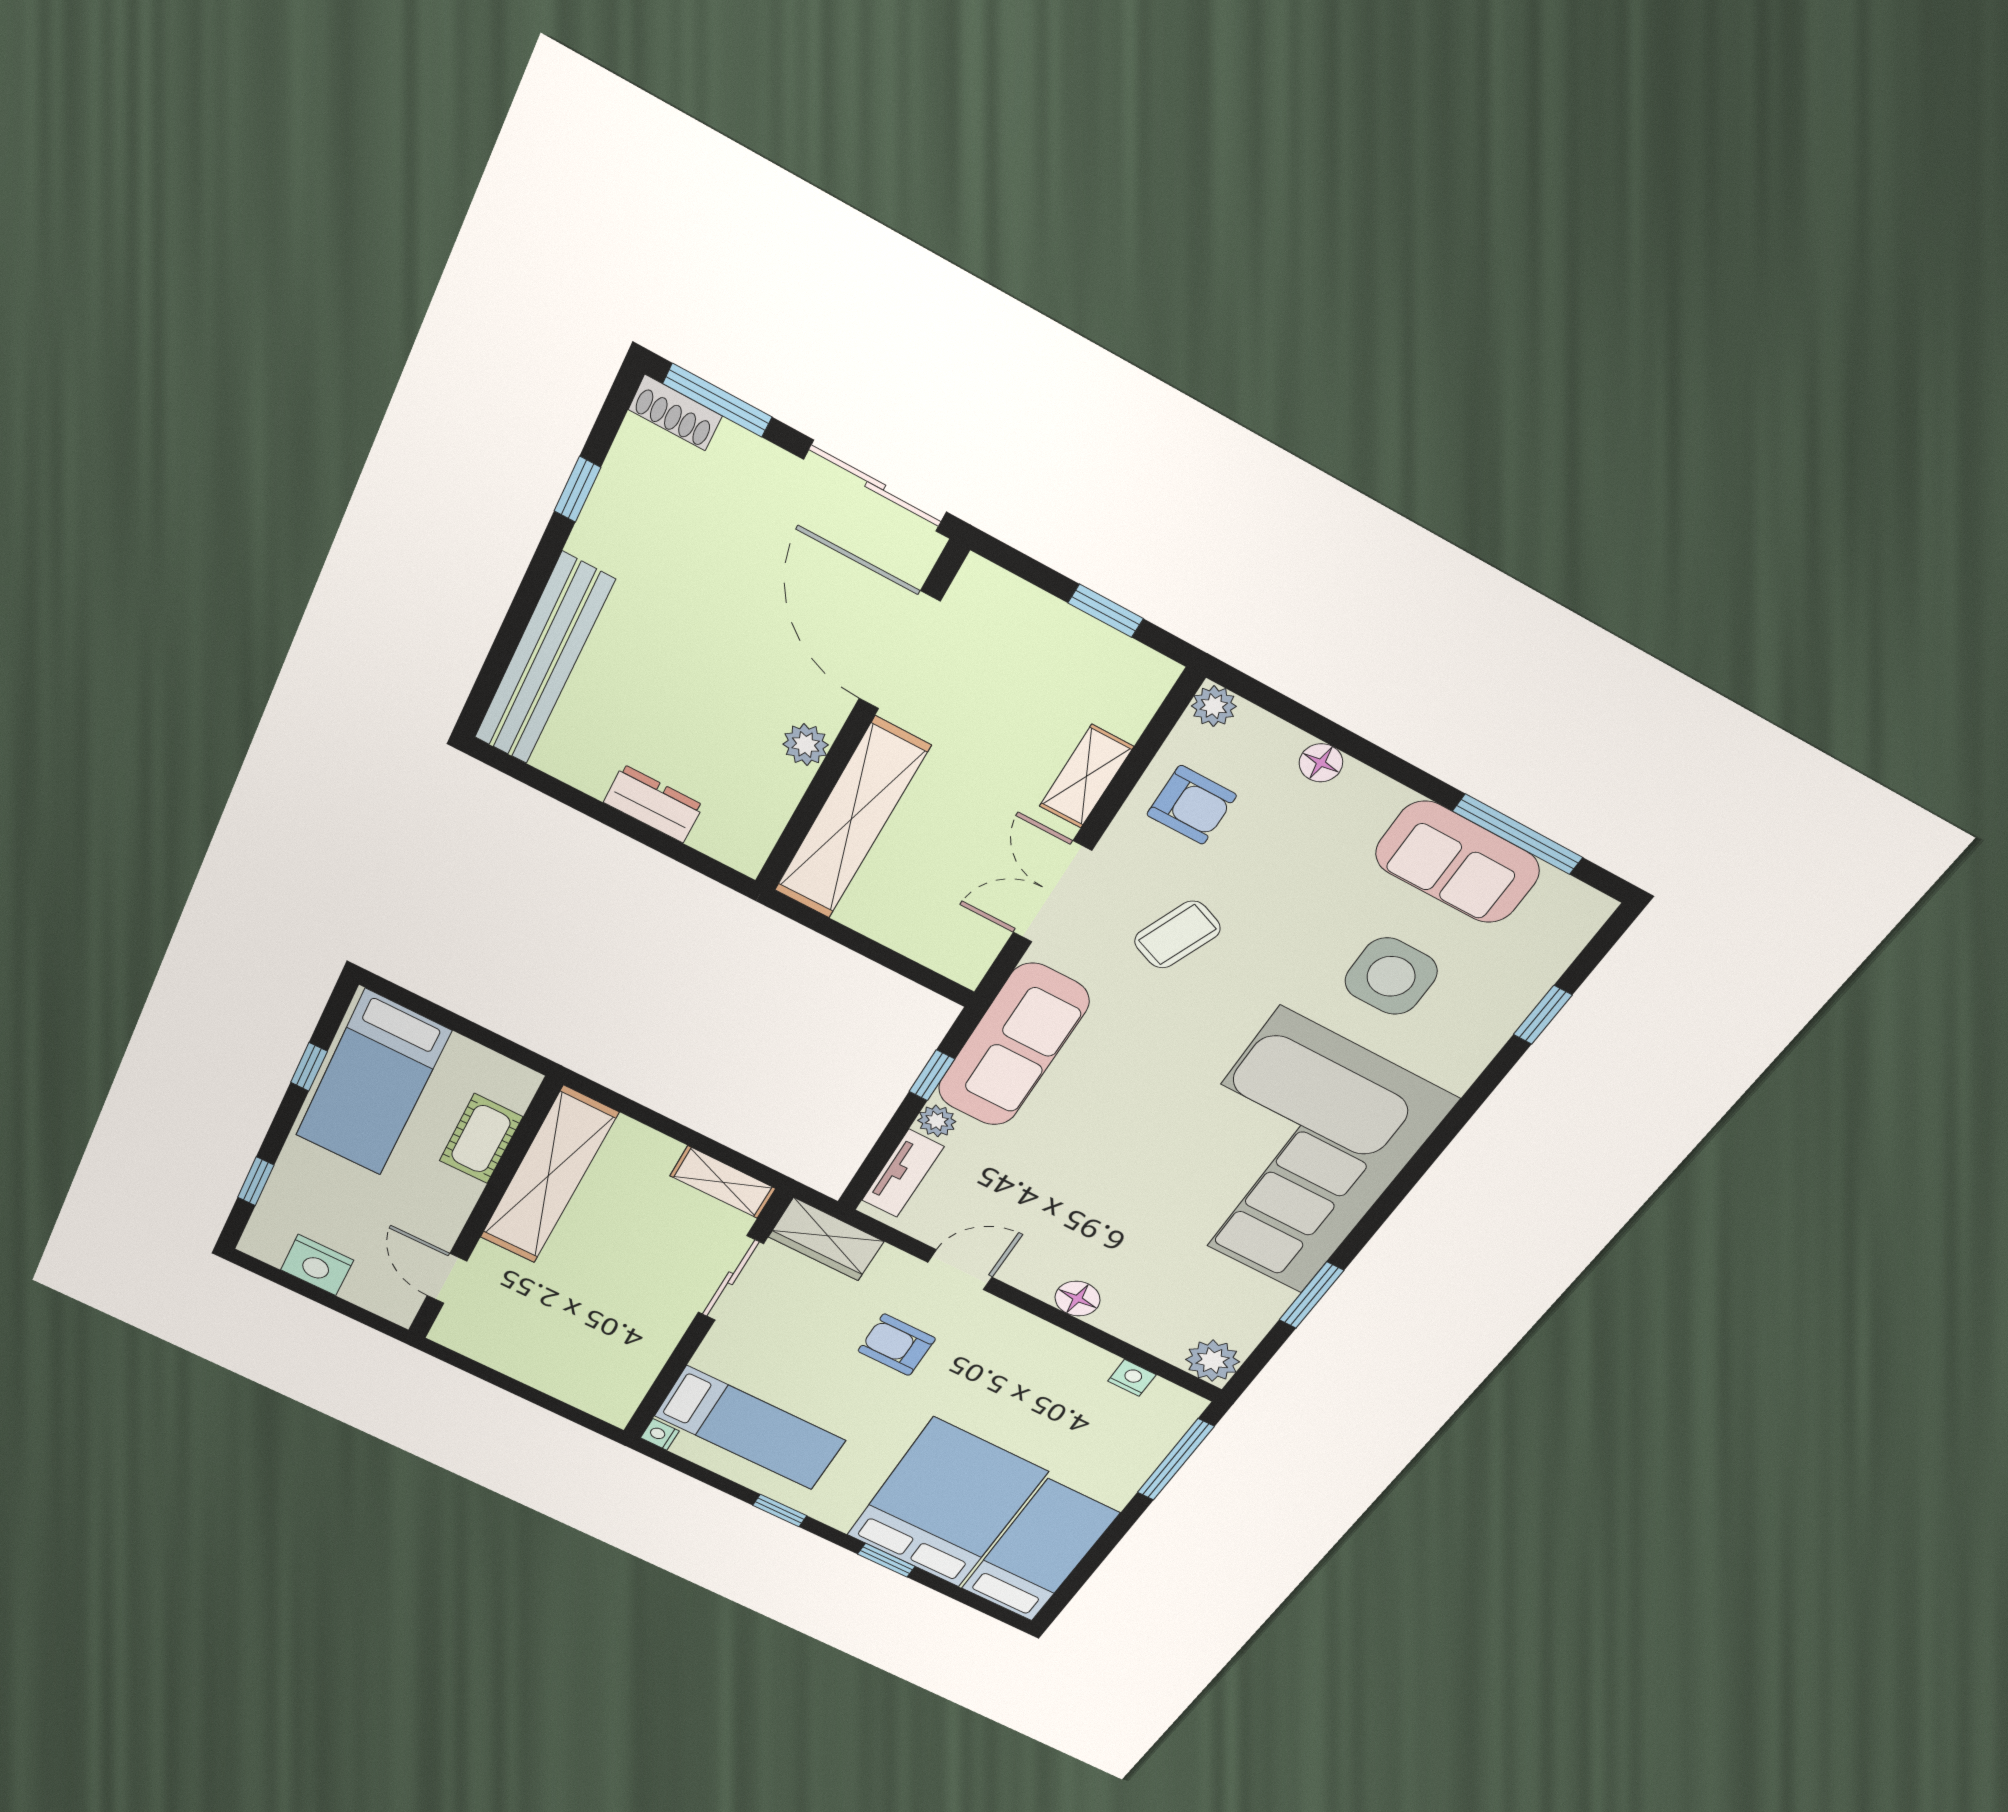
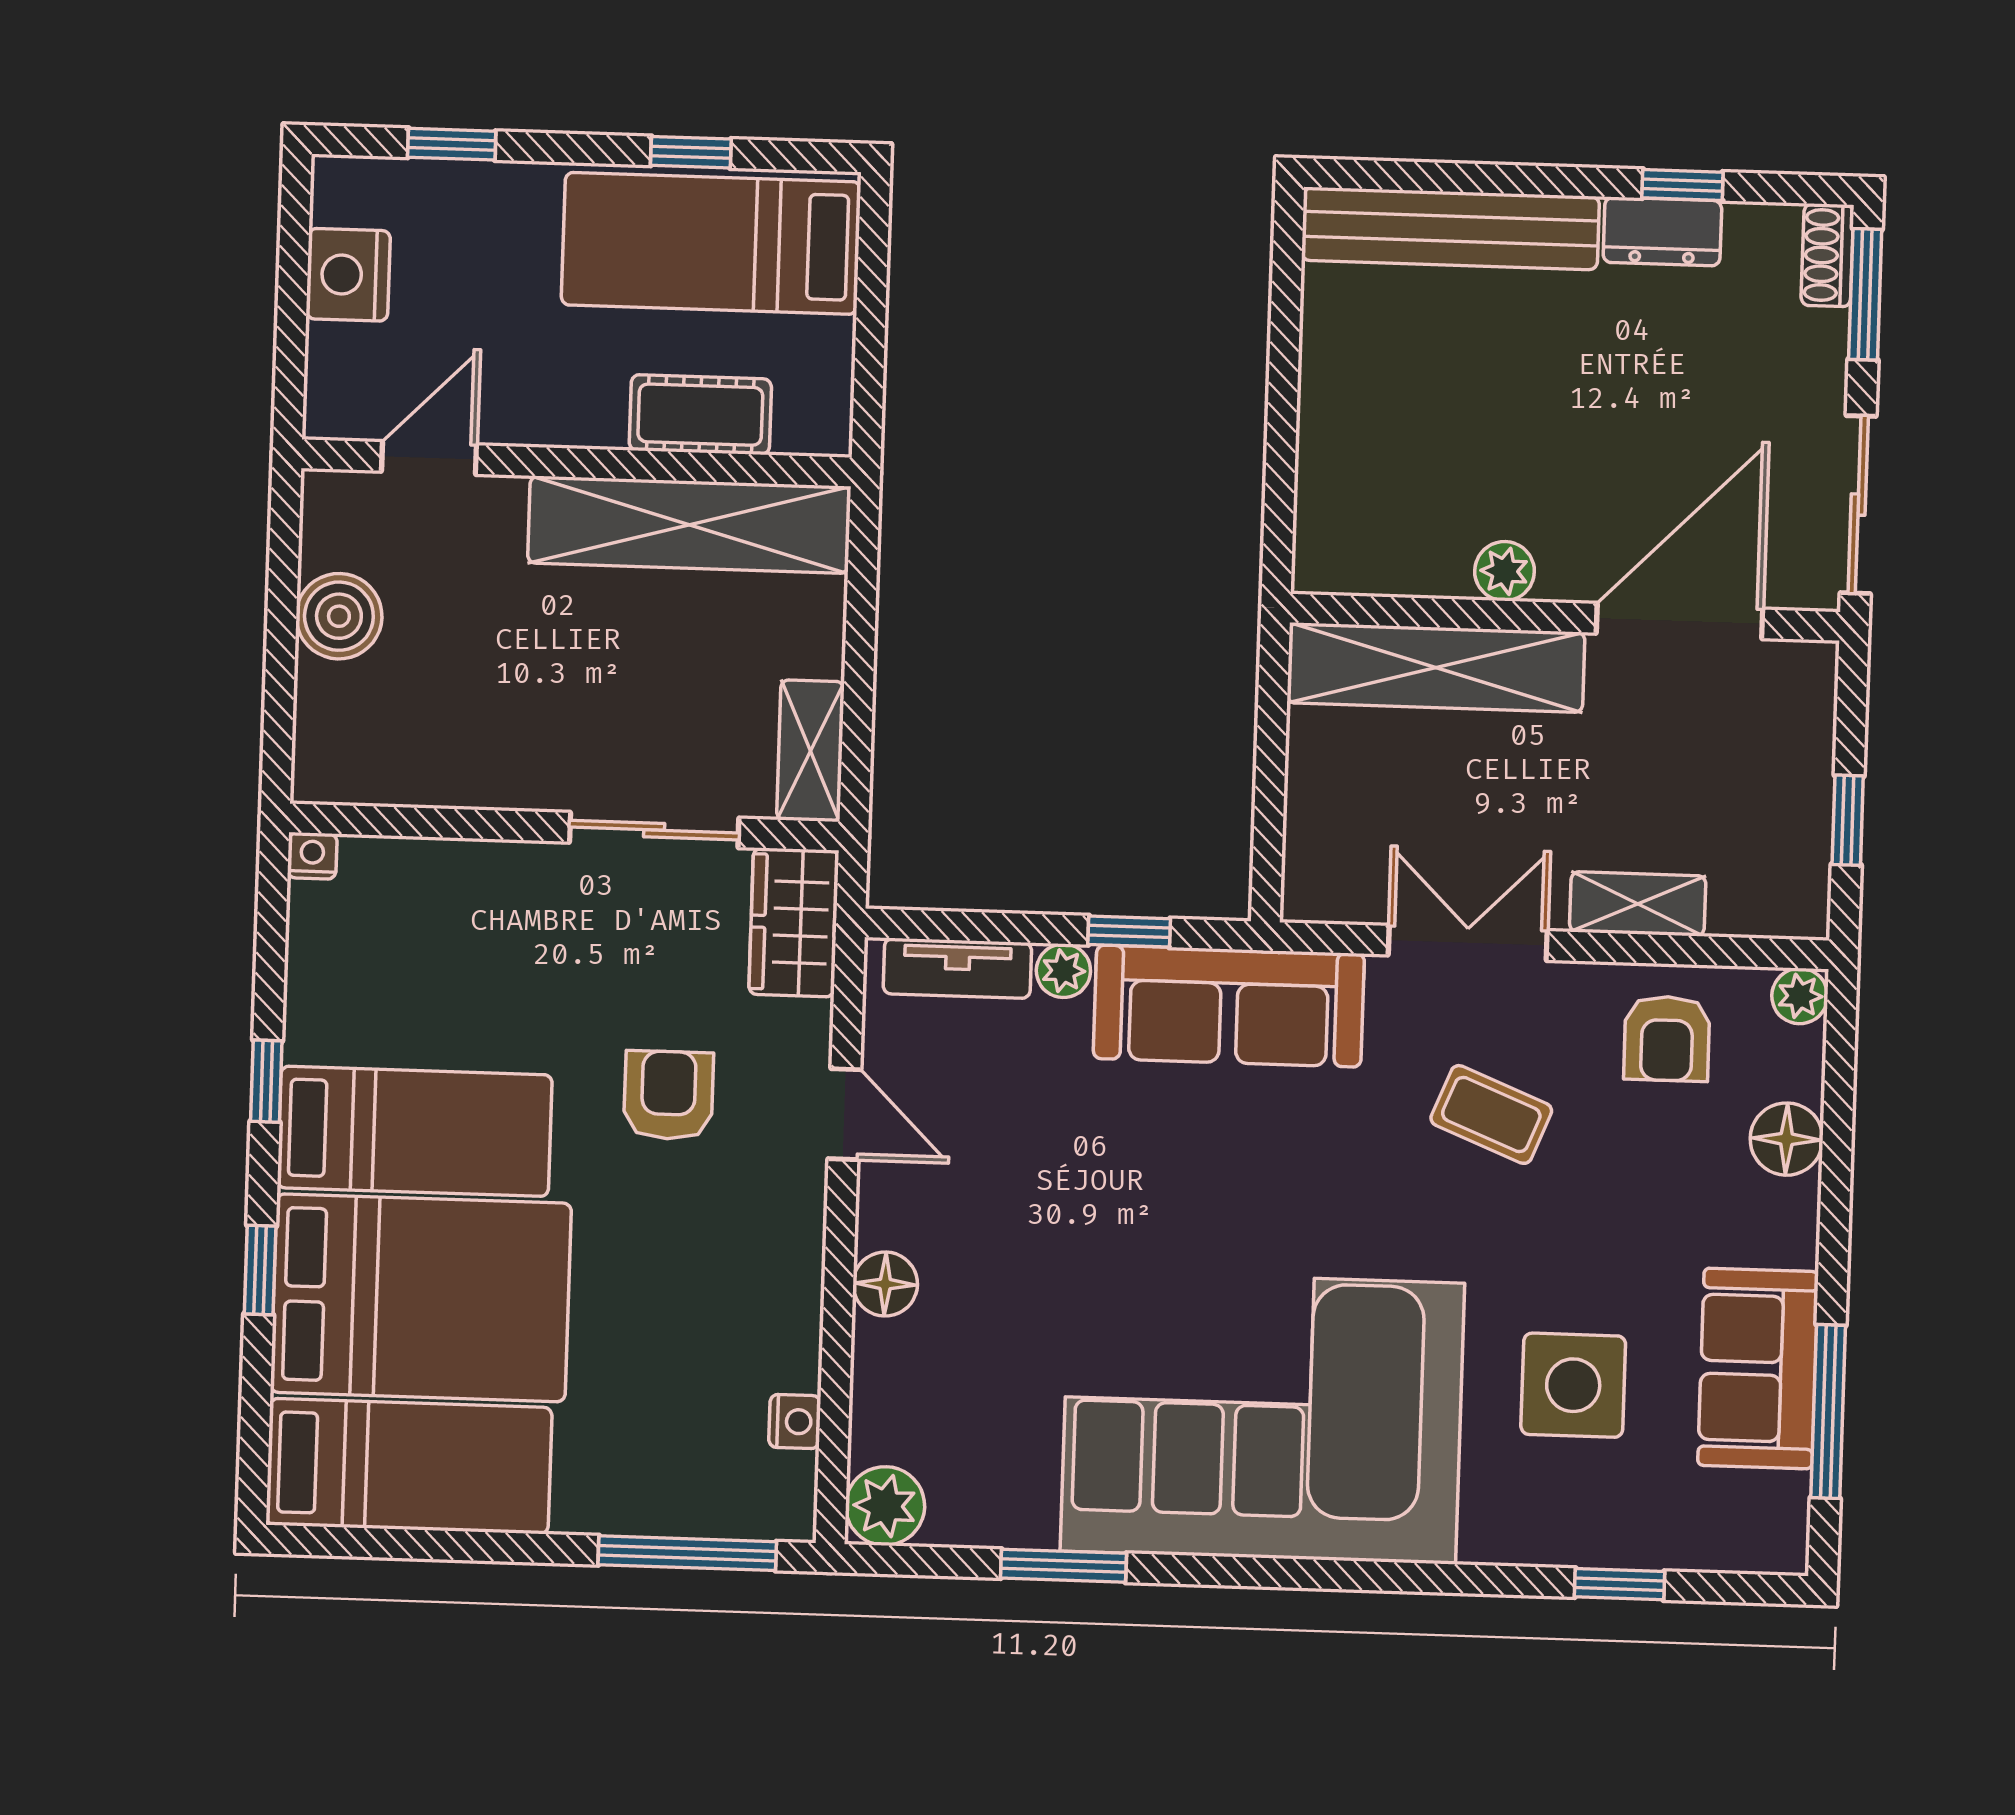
floor lamp: (1321, 763) -> (1787, 1139), width x1.37, depth x1.37
dresser: (653, 804) -> (1662, 232), moved, turned 90
boiler: (523, 1360) -> (339, 616), added
bed: (750, 1428) -> (415, 1131), moved, turned -90

